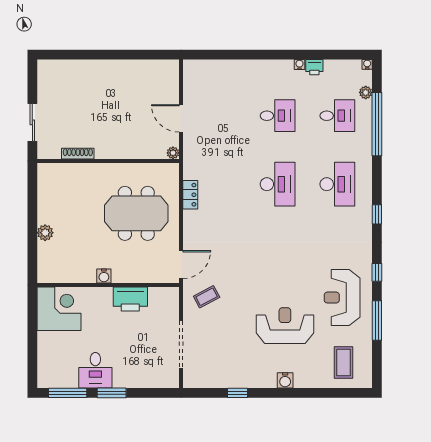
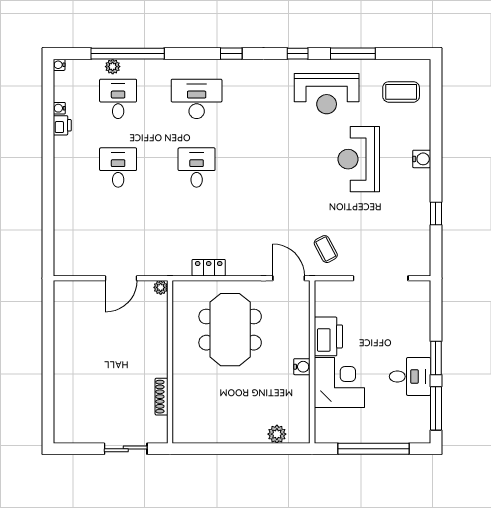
water cooler: (299, 64) -> (59, 108), moved
plant: (366, 92) -> (113, 67), moved
desk: (278, 184) -> (197, 168), width x0.73
plant: (45, 233) -> (277, 434), moved
corner desk: (59, 309) -> (339, 383), moved, turned 90
window: (32, 338) -> (374, 449), added

